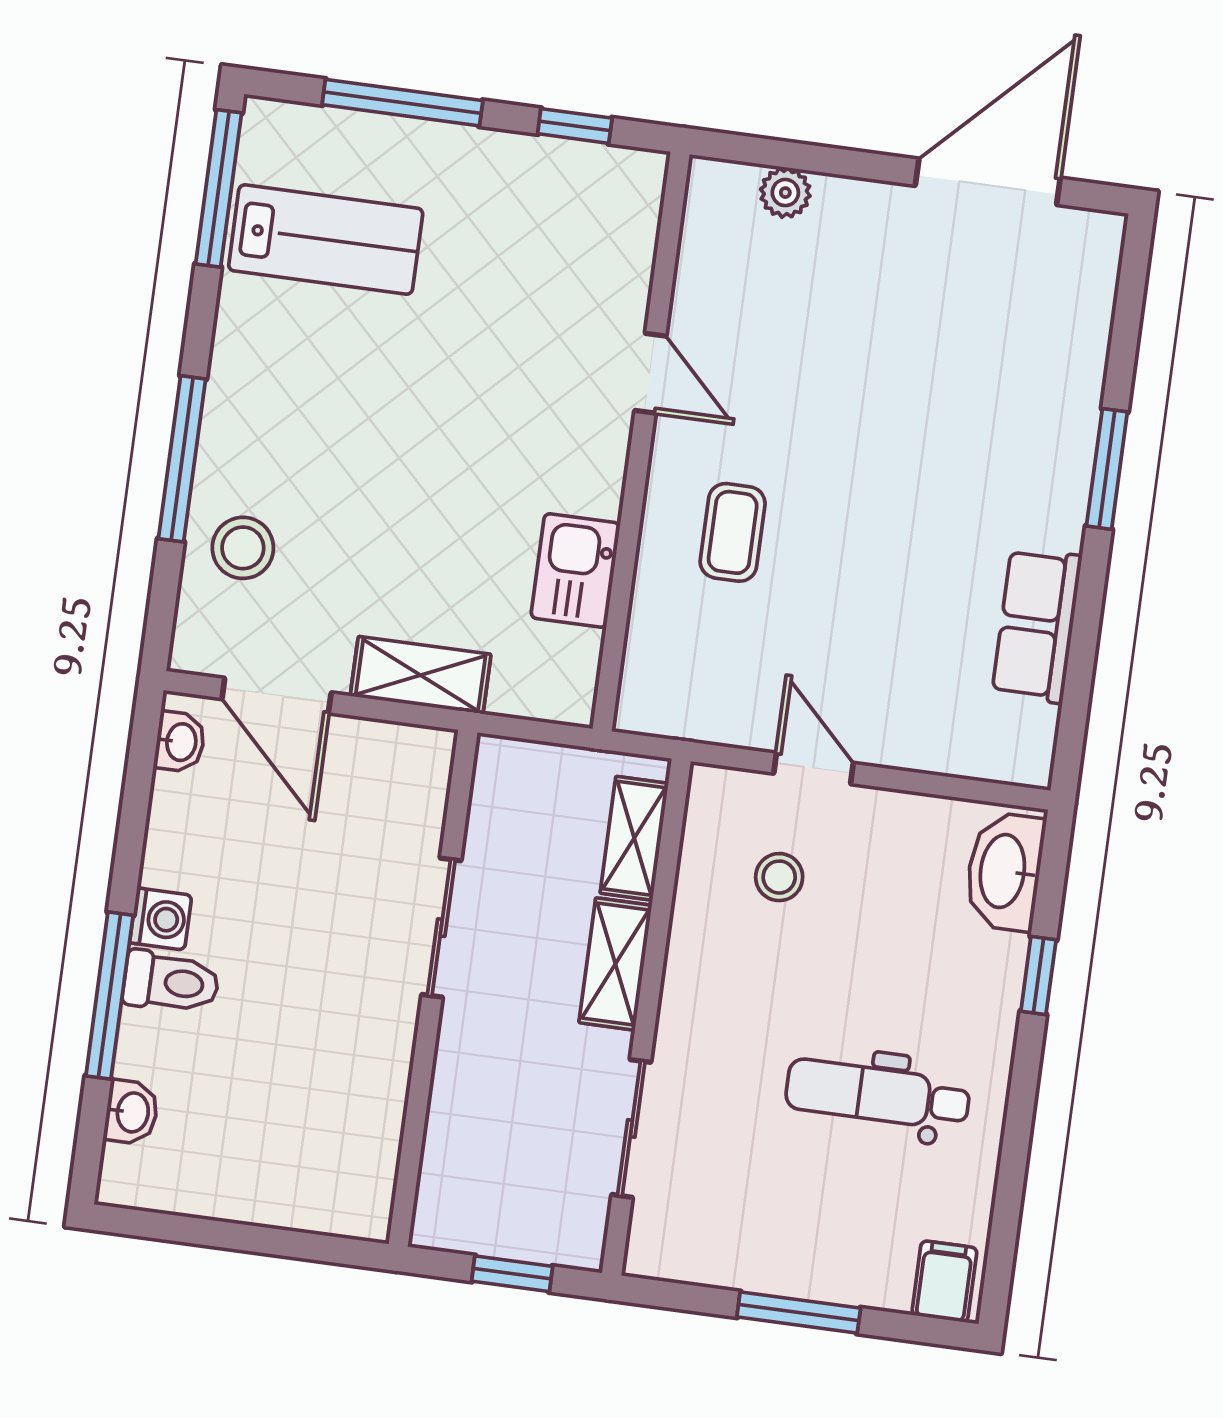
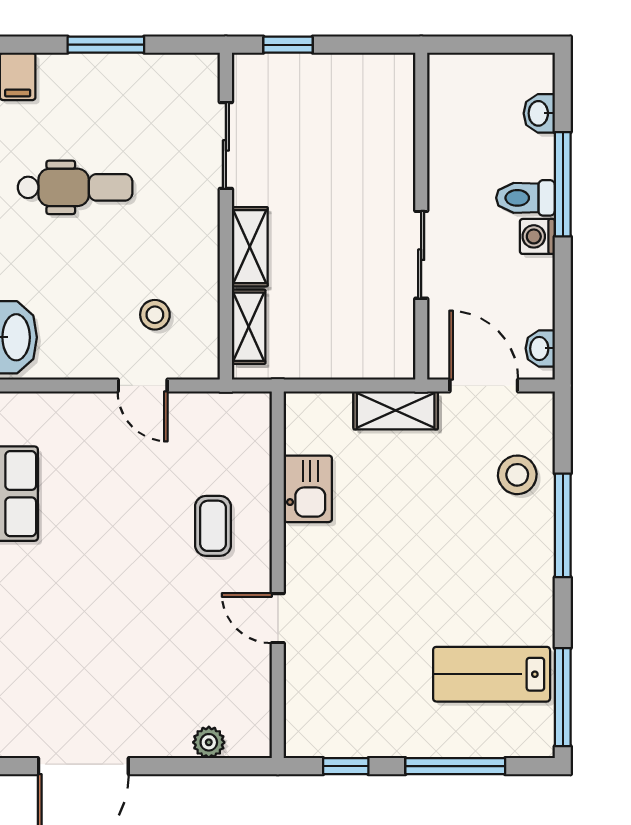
sliding door: (441, 928) -> (421, 255), moved
wall: (433, 988) -> (421, 216), moved

